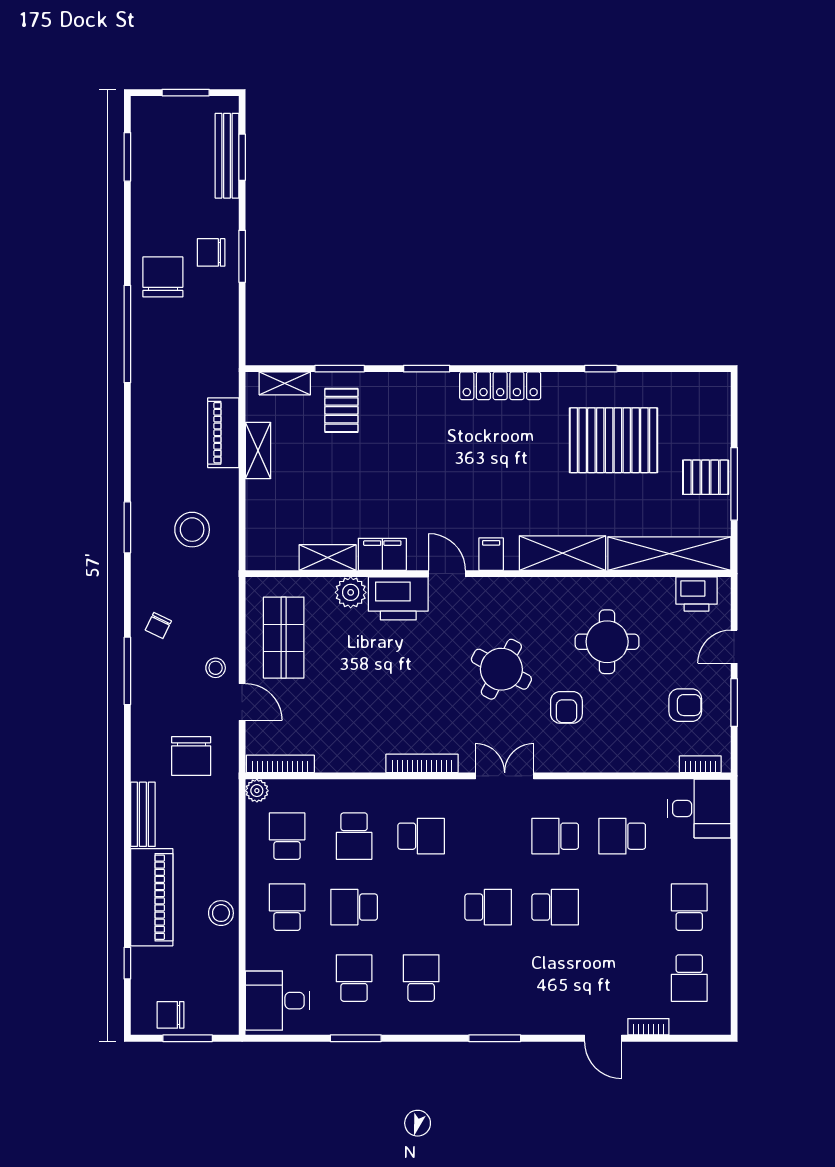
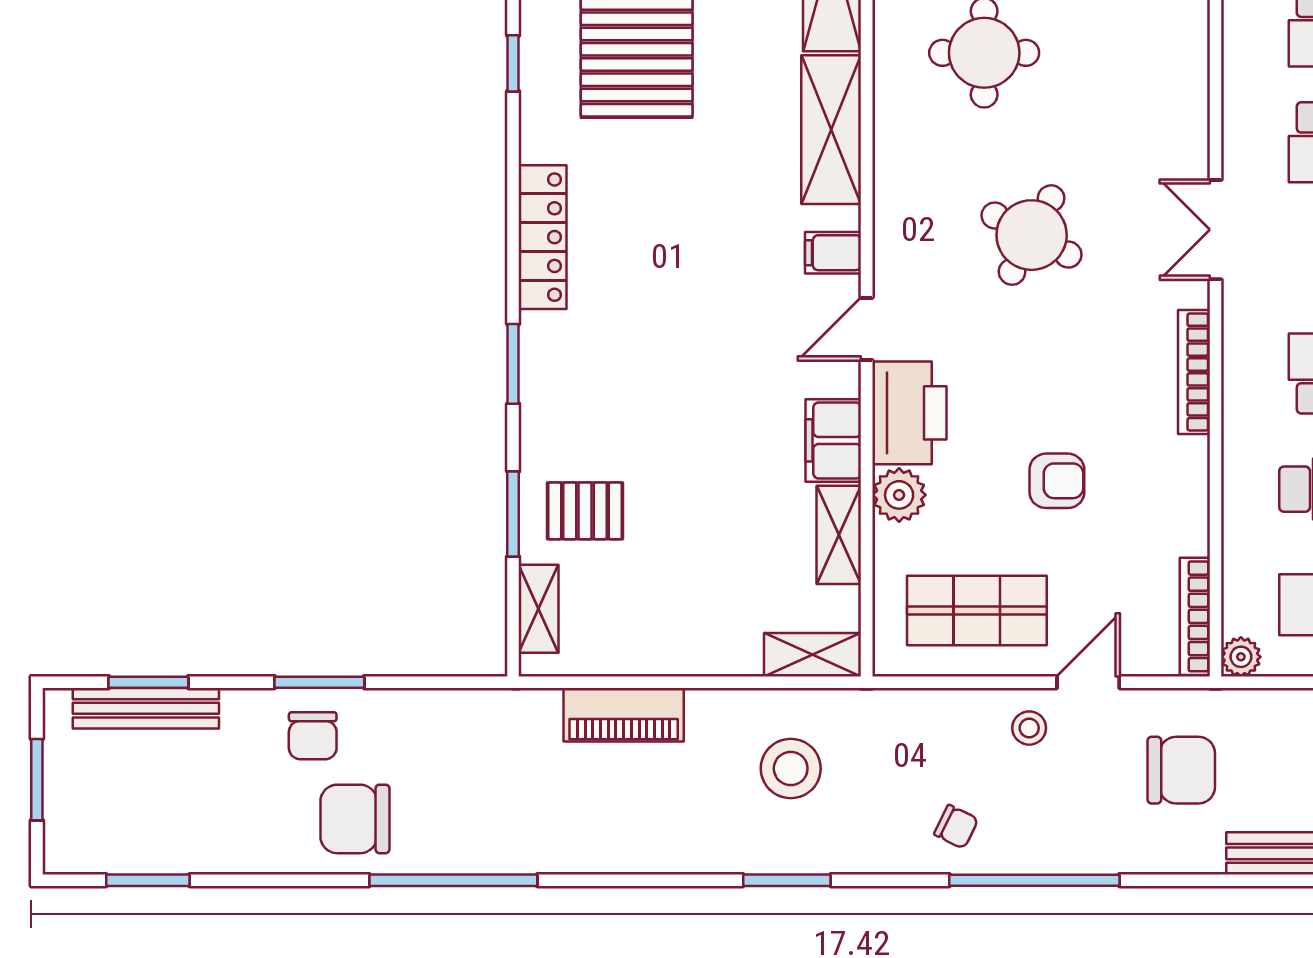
shelving: (258, 451) -> (813, 655), moved
window: (127, 671) -> (1034, 880), width x1.46
armchair: (566, 707) -> (1057, 481), moved

